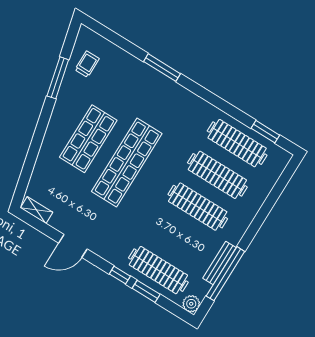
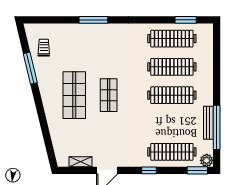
shop shelf: (127, 163) -> (109, 95), width x0.50, depth x0.74
shelving: (37, 210) -> (81, 162), moved
window: (146, 291) -> (197, 170), moved

